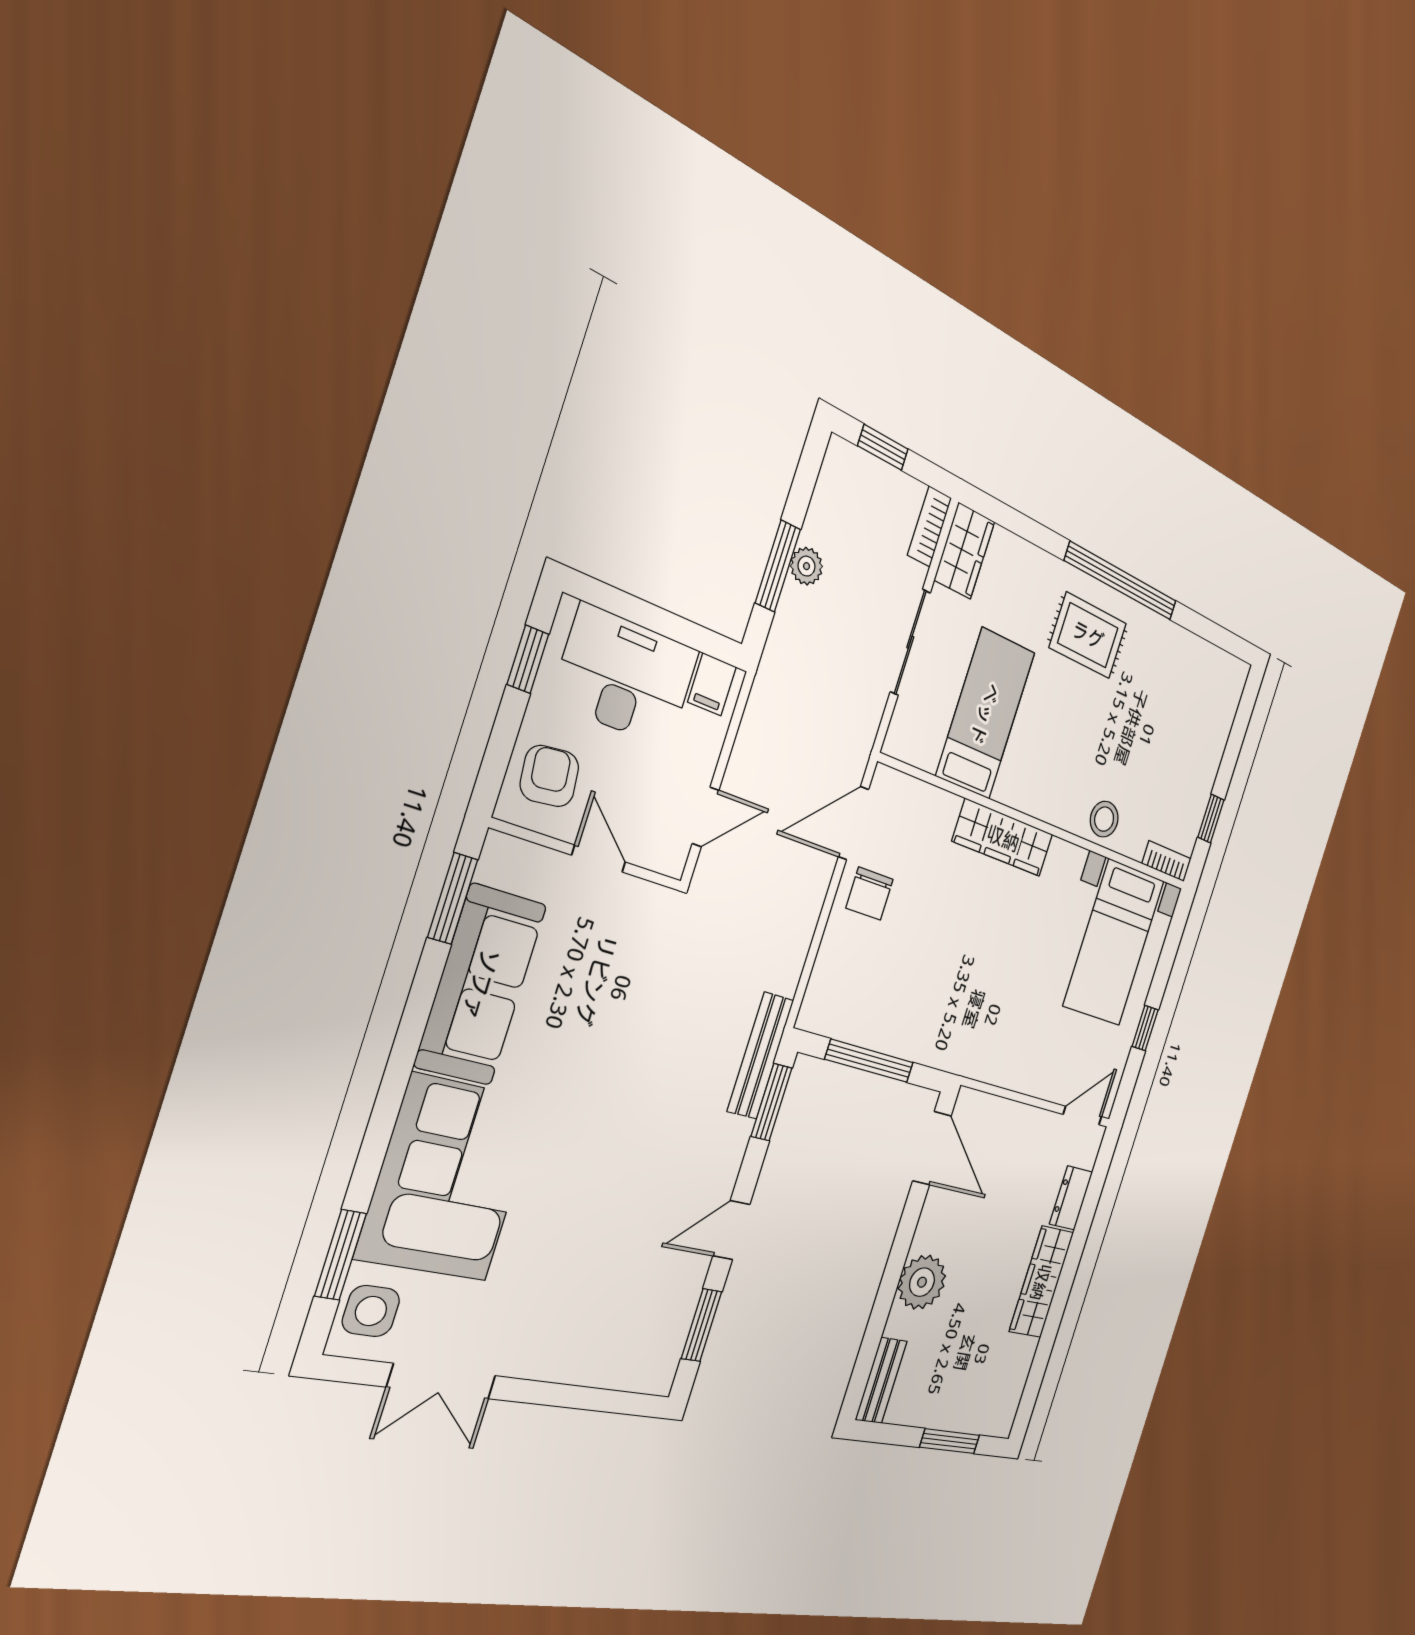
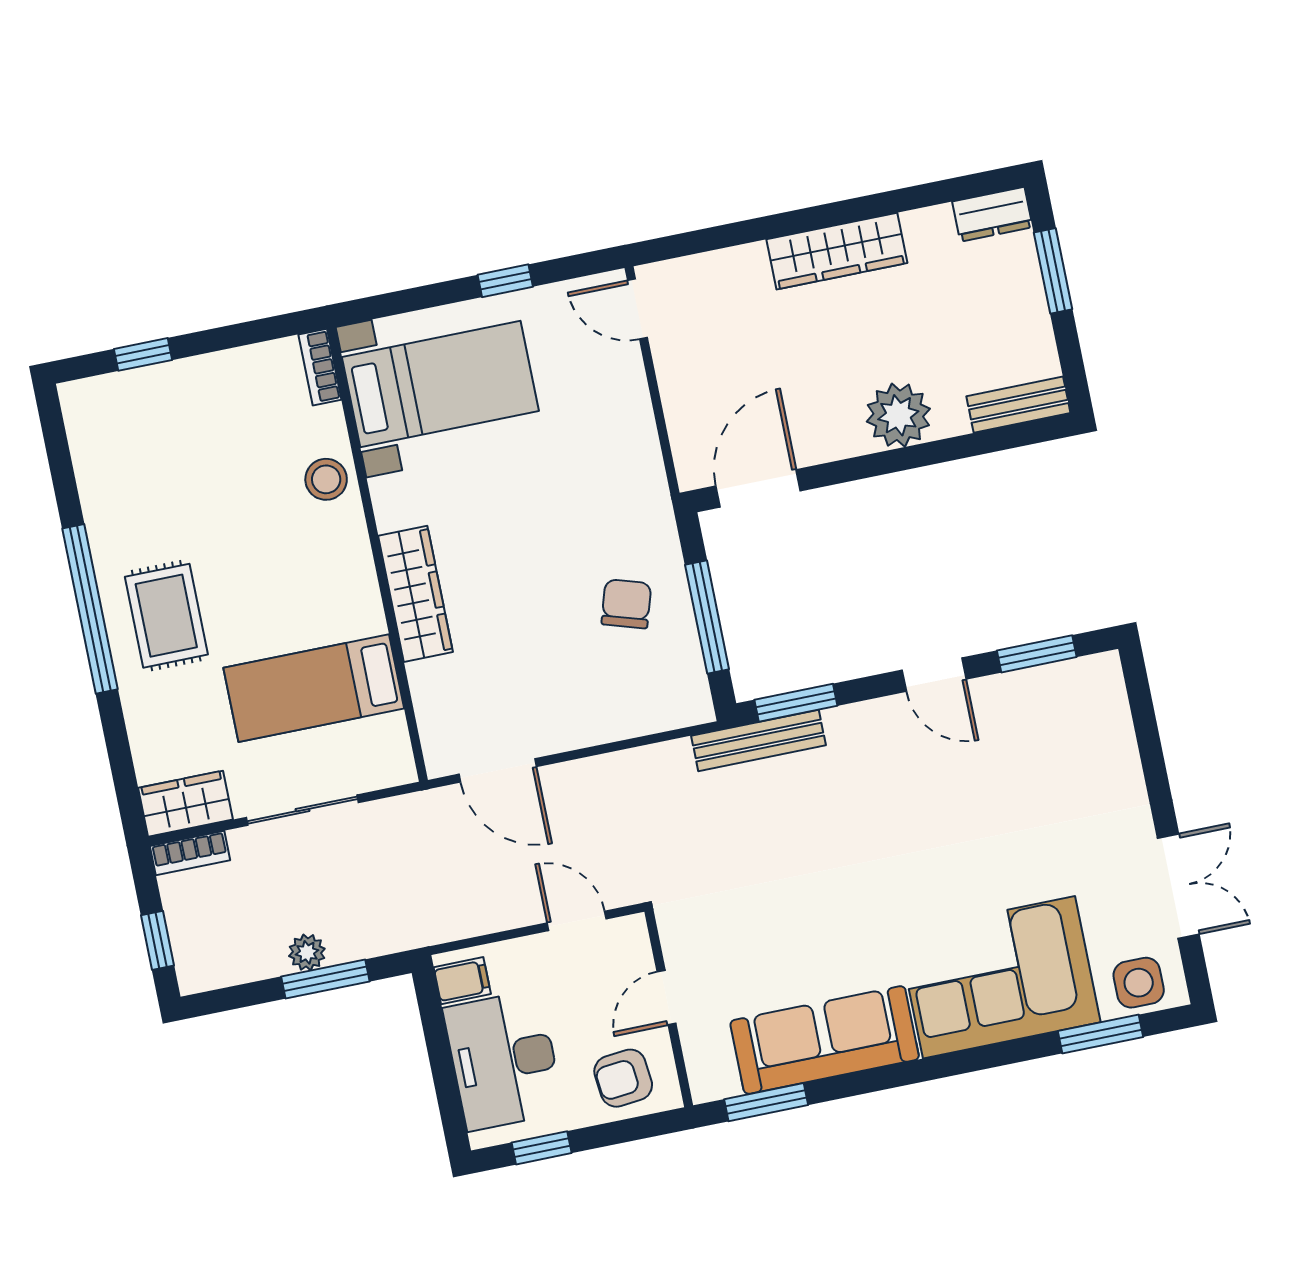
window: (1211, 819) -> (143, 354), moved
chair: (870, 894) -> (626, 604), moved, turned -73
dresser: (1071, 1198) -> (992, 214), moved

